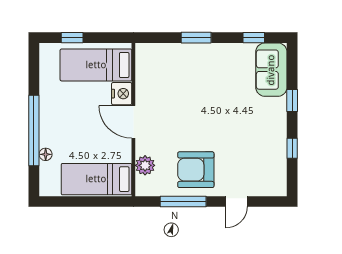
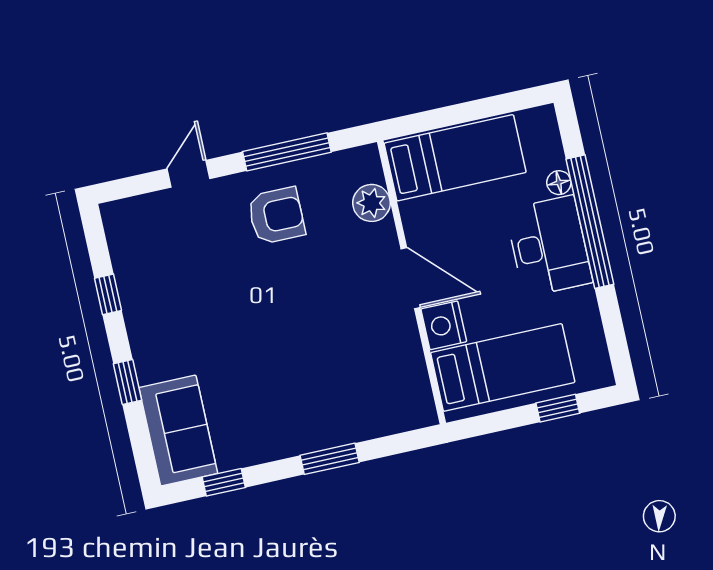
desk: (58, 123) -> (549, 246), added
armchair: (196, 170) -> (276, 216), width x0.73, depth x0.73

